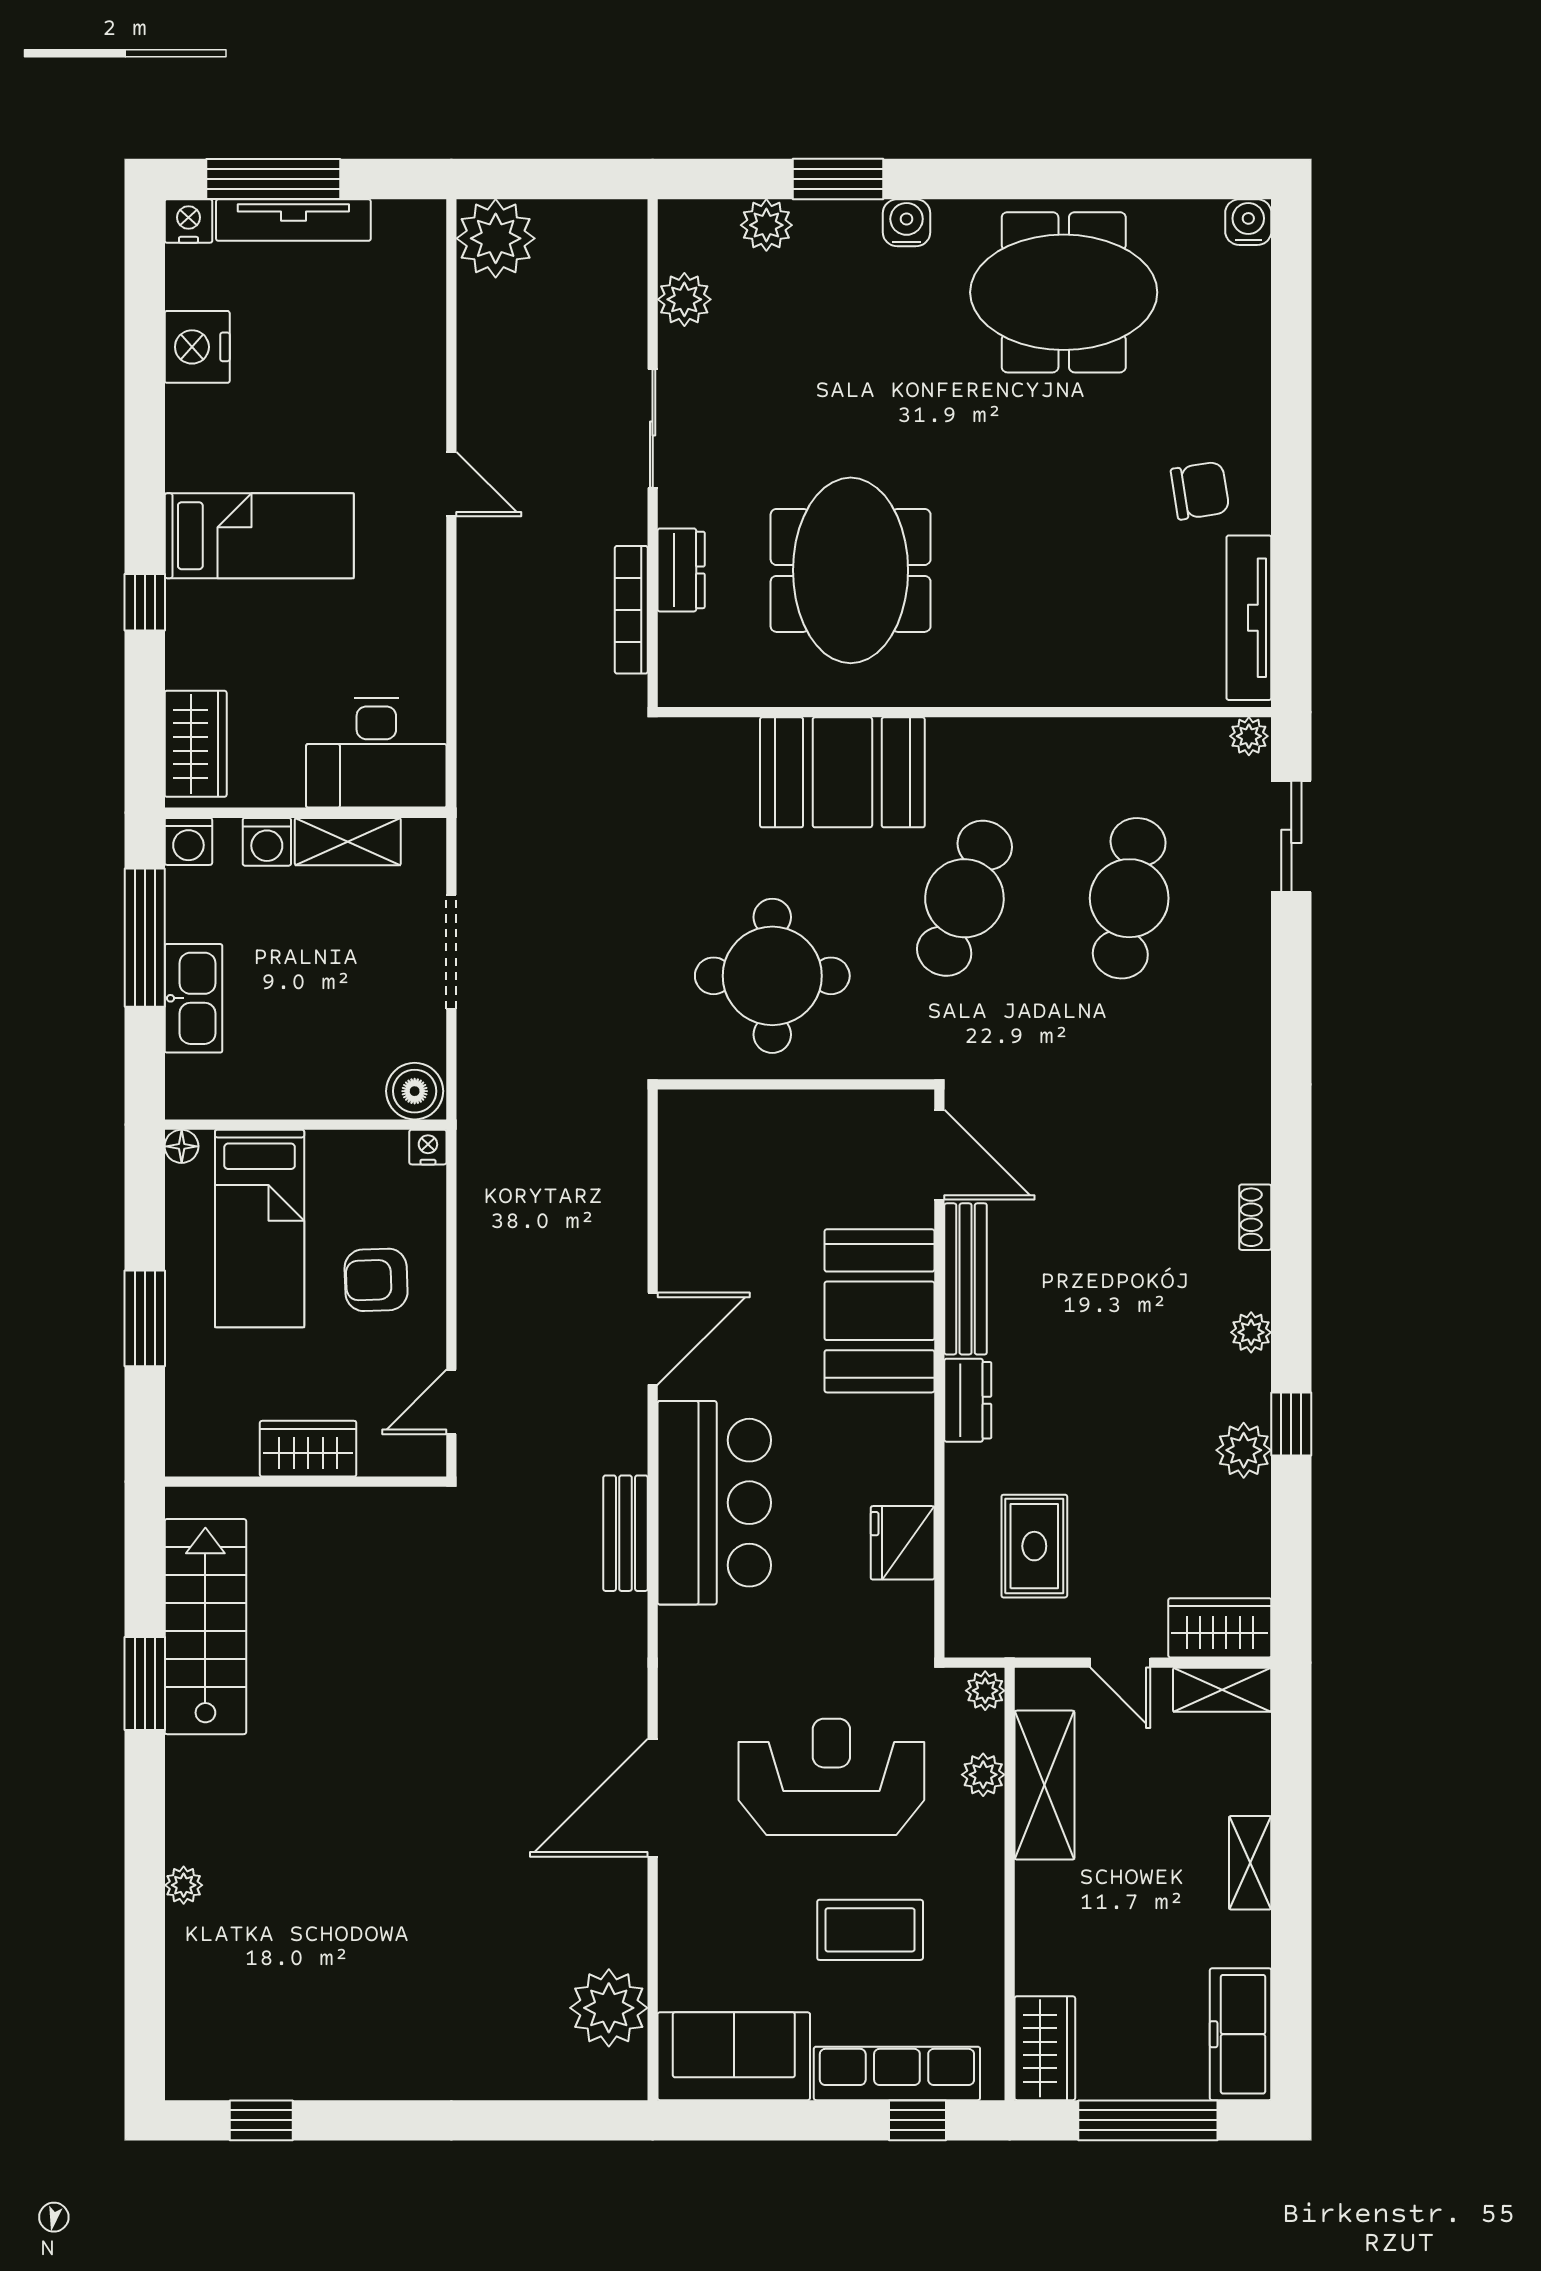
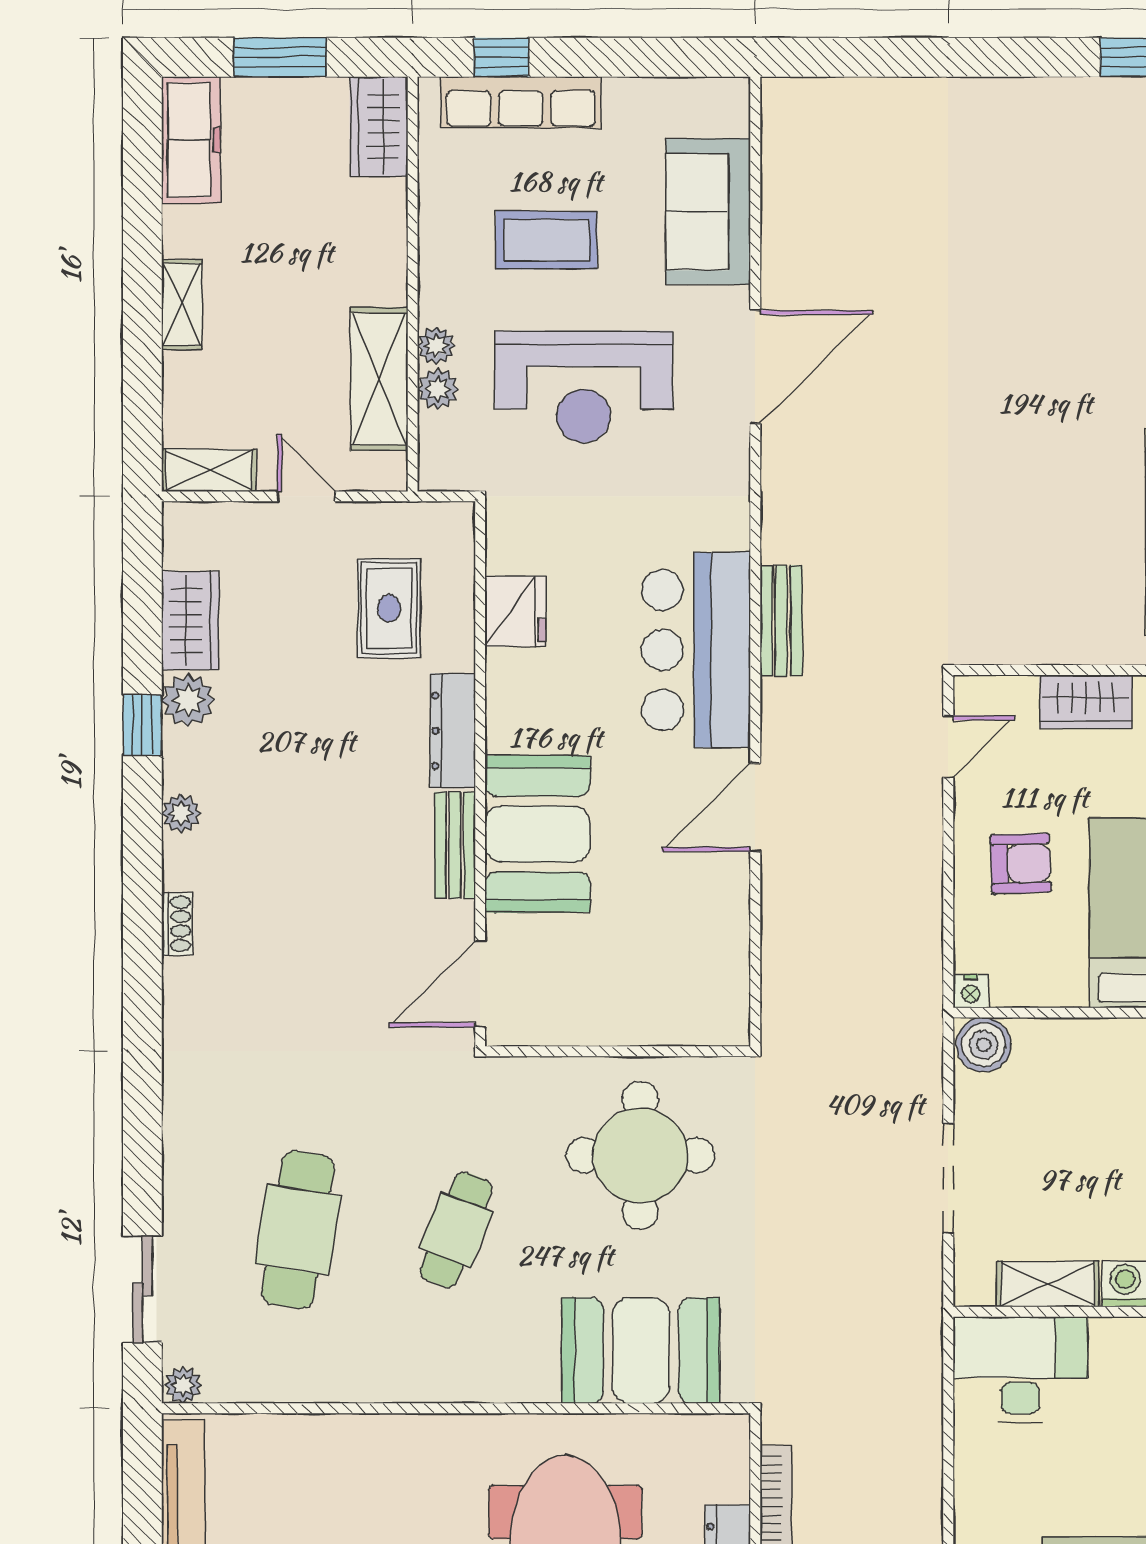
booth: (842, 772) -> (641, 1351), moved
cafe table: (964, 898) -> (456, 1230), width x0.73, depth x0.74
door: (939, 1155) -> (480, 984), hinge flipped
bench: (966, 1279) -> (455, 845), width x0.73
dresser: (968, 1400) -> (453, 731), width x1.44
wardrobe: (1220, 1628) -> (190, 621), moved, turned -90
plant: (985, 1691) -> (436, 346), moved
plant: (609, 2008) -> (797, 165), removed
sofa: (734, 2056) -> (708, 212), moved, turned 90
window: (1148, 2120) -> (280, 57), width x0.69

